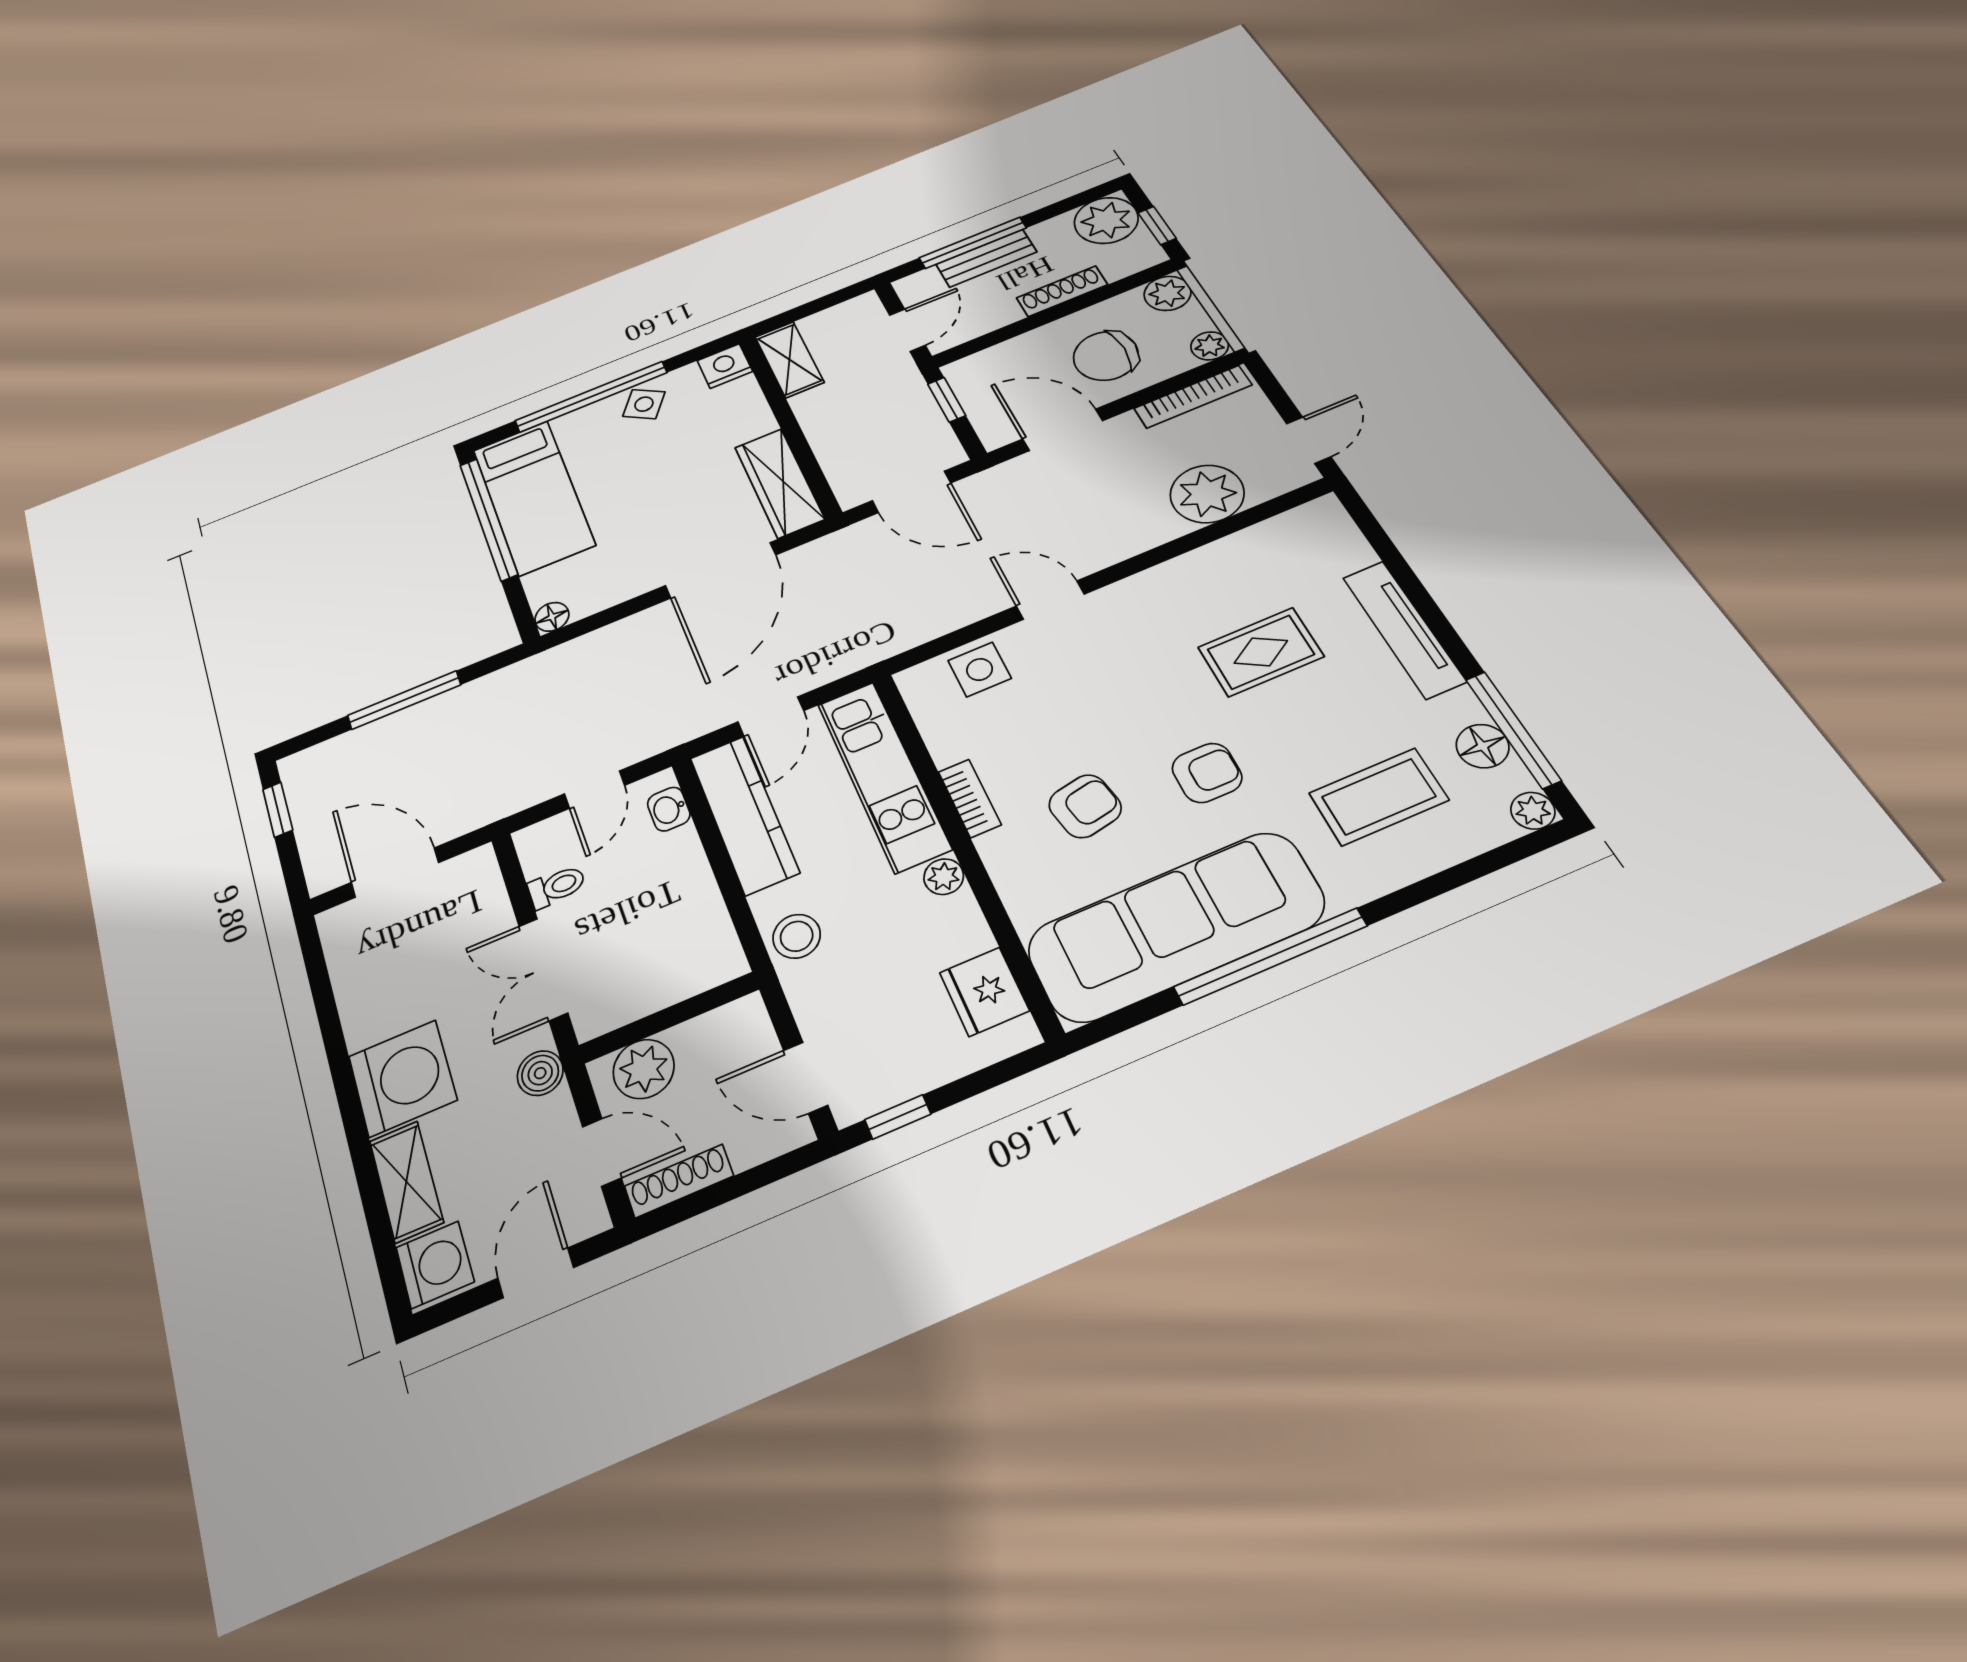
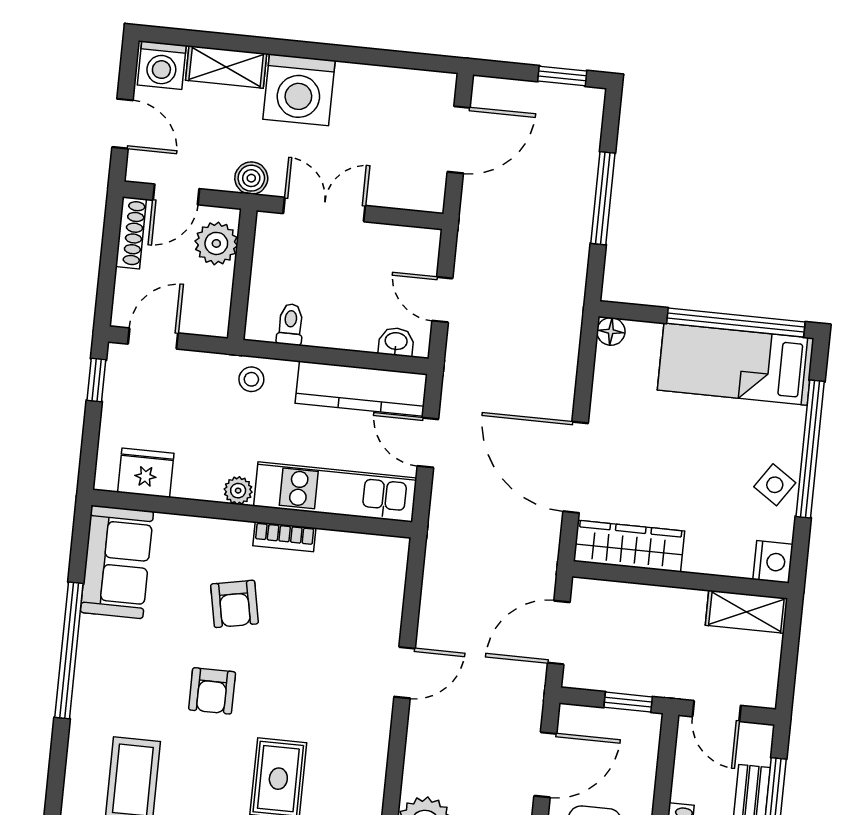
side table: (980, 669) -> (378, 596), removed
toilet: (557, 886) -> (290, 324), moved, turned 180
sofa: (1176, 926) -> (117, 562), width x0.54, depth x0.79
stool: (797, 936) -> (251, 379), width x0.73, depth x0.73

